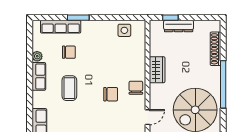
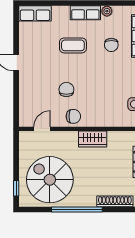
chair: (111, 94) -> (66, 89), turned 180
door: (148, 117) -> (42, 129), swing flipped

